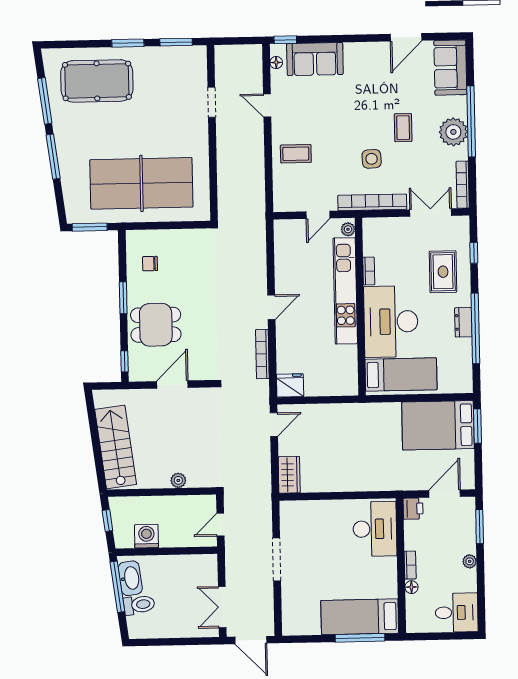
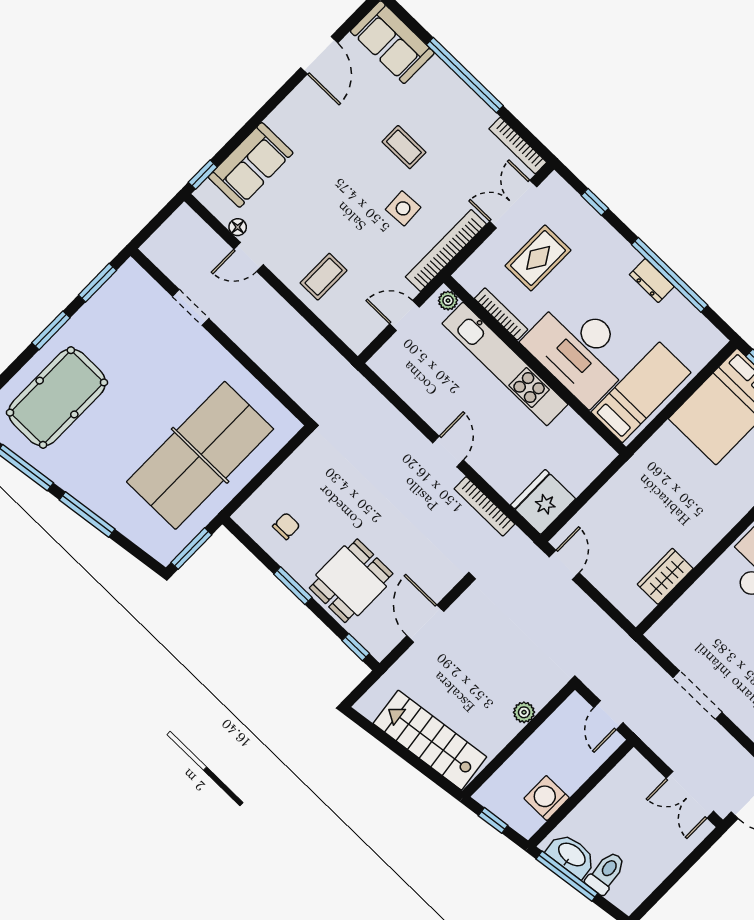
floor lamp: (276, 63) -> (238, 227), moved
plant: (453, 132) -> (458, 103), removed
door: (318, 215) -> (405, 316), swing flipped
chair: (150, 264) -> (286, 526), turned 180
bookcase: (369, 271) -> (501, 314), width x1.56
rug: (443, 272) -> (538, 258), moved, turned 90
fridge: (290, 385) -> (543, 502), width x1.36, depth x1.34
wardrobe: (289, 475) -> (665, 576), moved, turned -90

